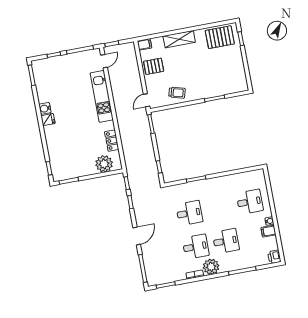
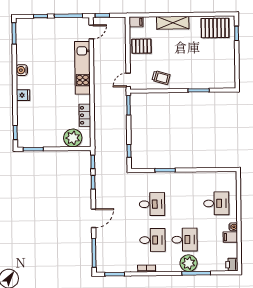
fridge: (48, 120) -> (23, 95), moved
plant: (211, 267) -> (189, 263), moved

